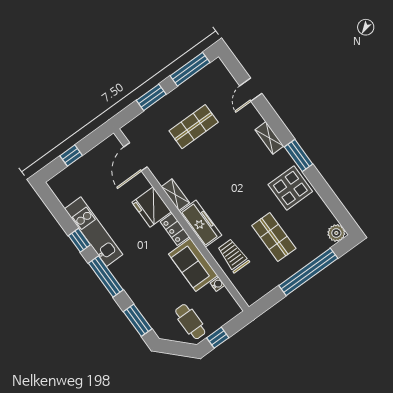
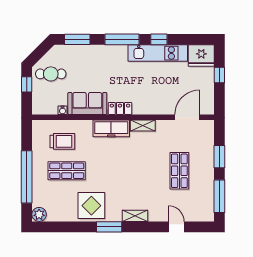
door: (135, 157) -> (187, 117), hinge flipped
fridge: (152, 207) -> (201, 56), moved, turned 180
trolley: (233, 256) -> (62, 141), moved

